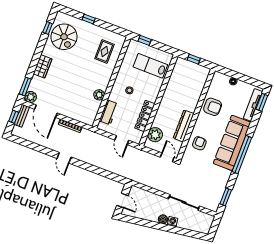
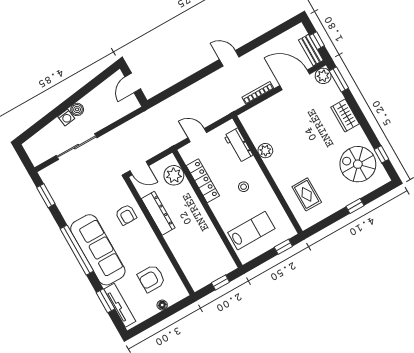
window: (262, 102) -> (106, 301), moved
armchair: (213, 107) -> (151, 279), moved
door: (122, 200) -> (133, 83), hinge flipped

